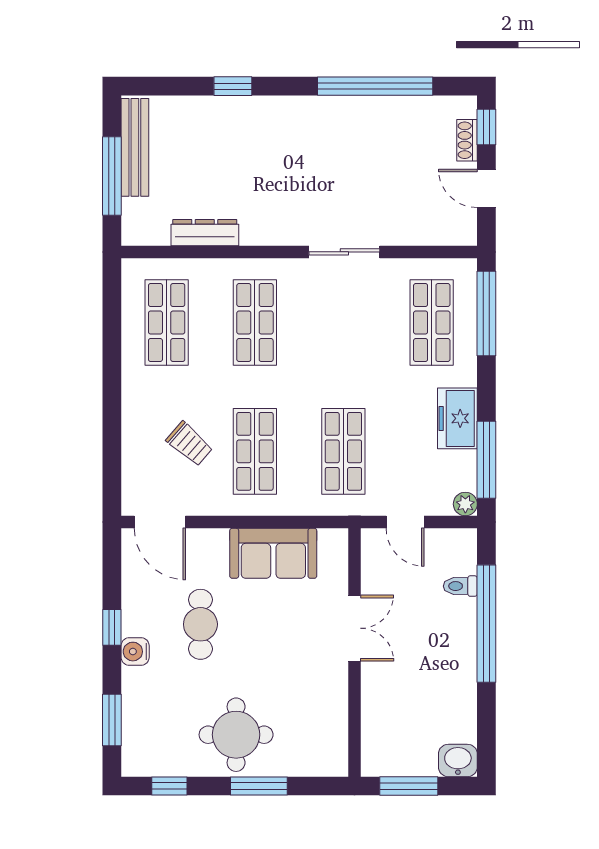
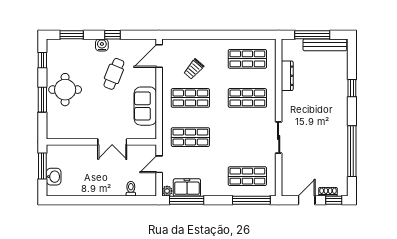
freezer: (457, 418) -> (187, 187), moved
cafe table: (200, 624) -> (114, 74), turned -68
window: (486, 624) -> (114, 200), removed
washbasin: (458, 760) -> (54, 177), moved

